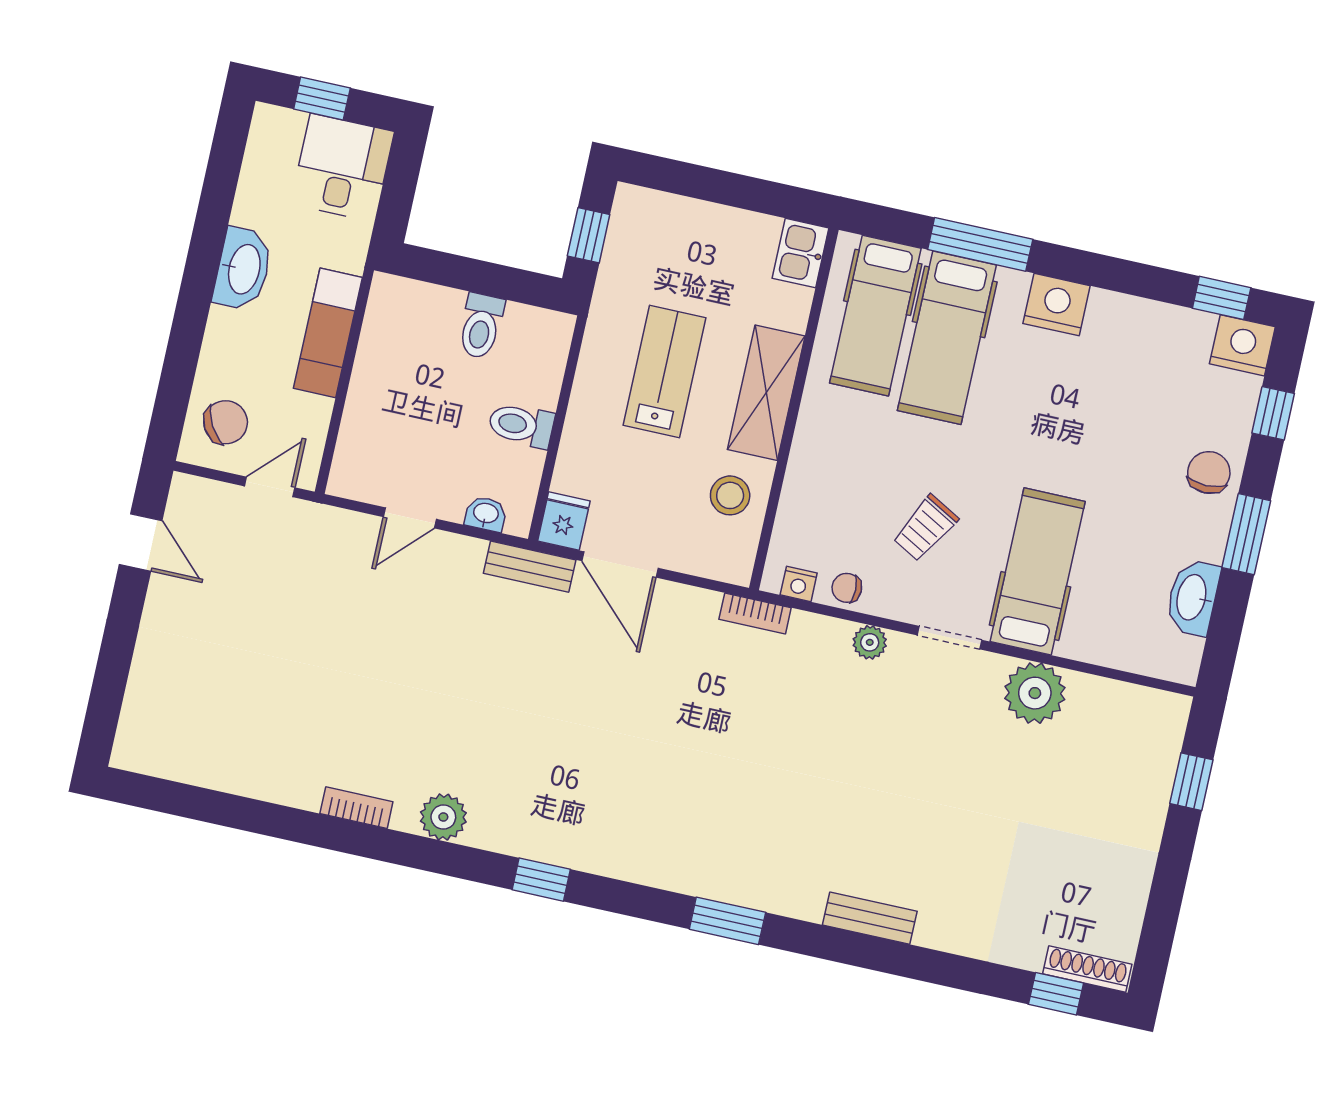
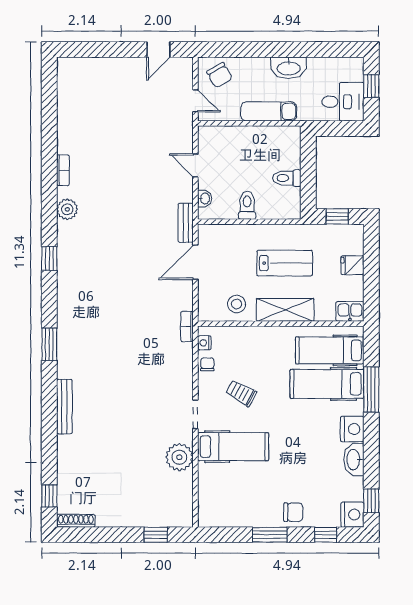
fridge: (564, 521) -> (352, 265), moved, turned 180
washbasin: (1193, 598) -> (354, 460), moved, turned -90
plant: (870, 642) -> (186, 380), removed
bench: (870, 918) -> (64, 407), width x1.36
shoe rack: (1087, 969) -> (76, 521), moved, turned -90

